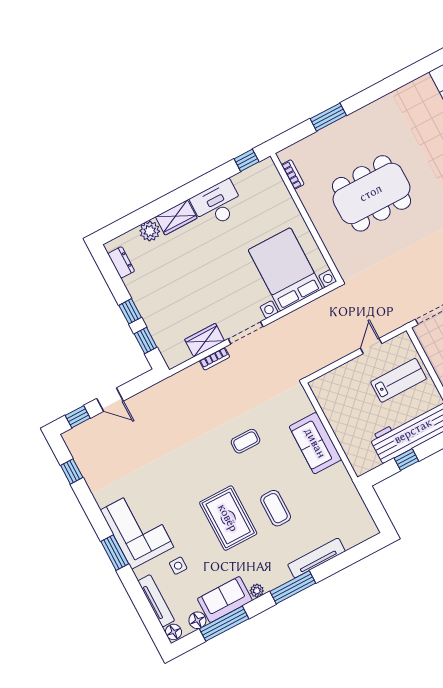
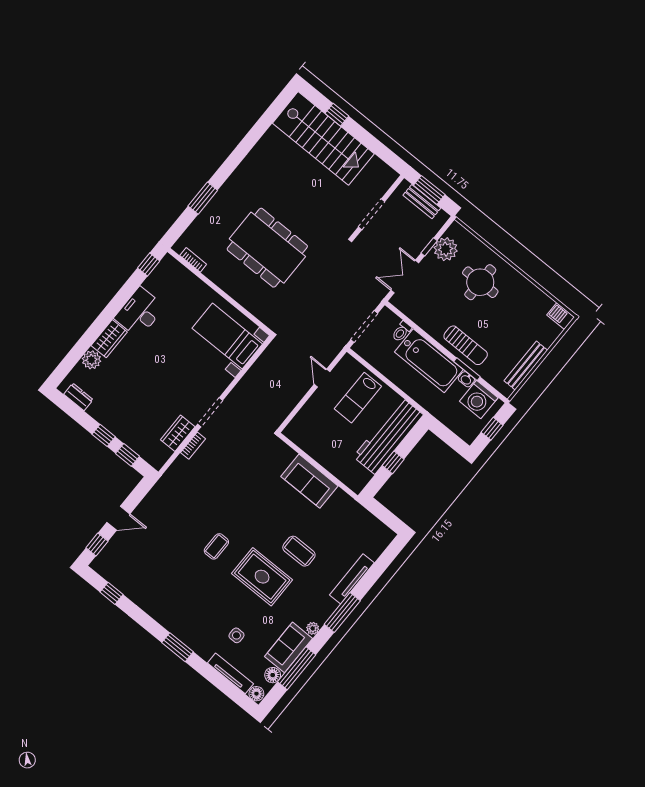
dining table: (371, 193) -> (267, 248), turned 90
bed with nightstands: (285, 269) -> (227, 336), width x0.73
lab bench: (399, 380) -> (358, 398), turned 180
coffee table: (245, 441) -> (216, 546), moved
corner sofa: (137, 529) -> (188, 618), removed

